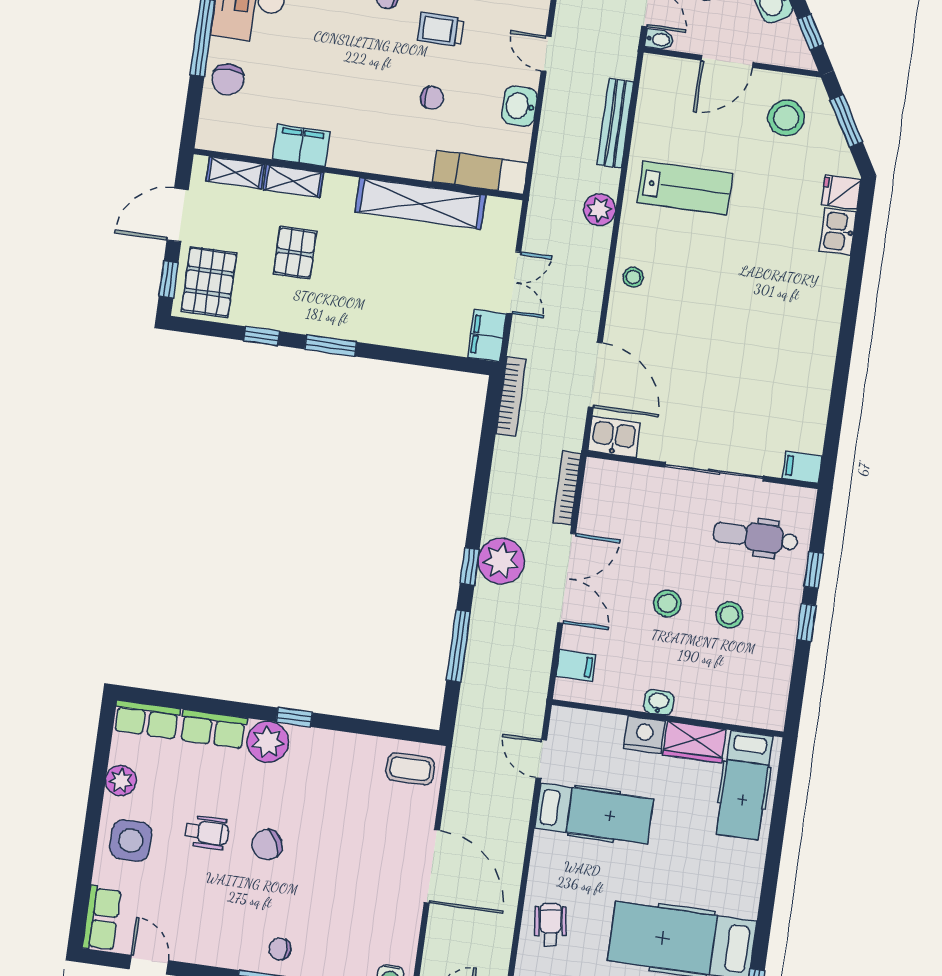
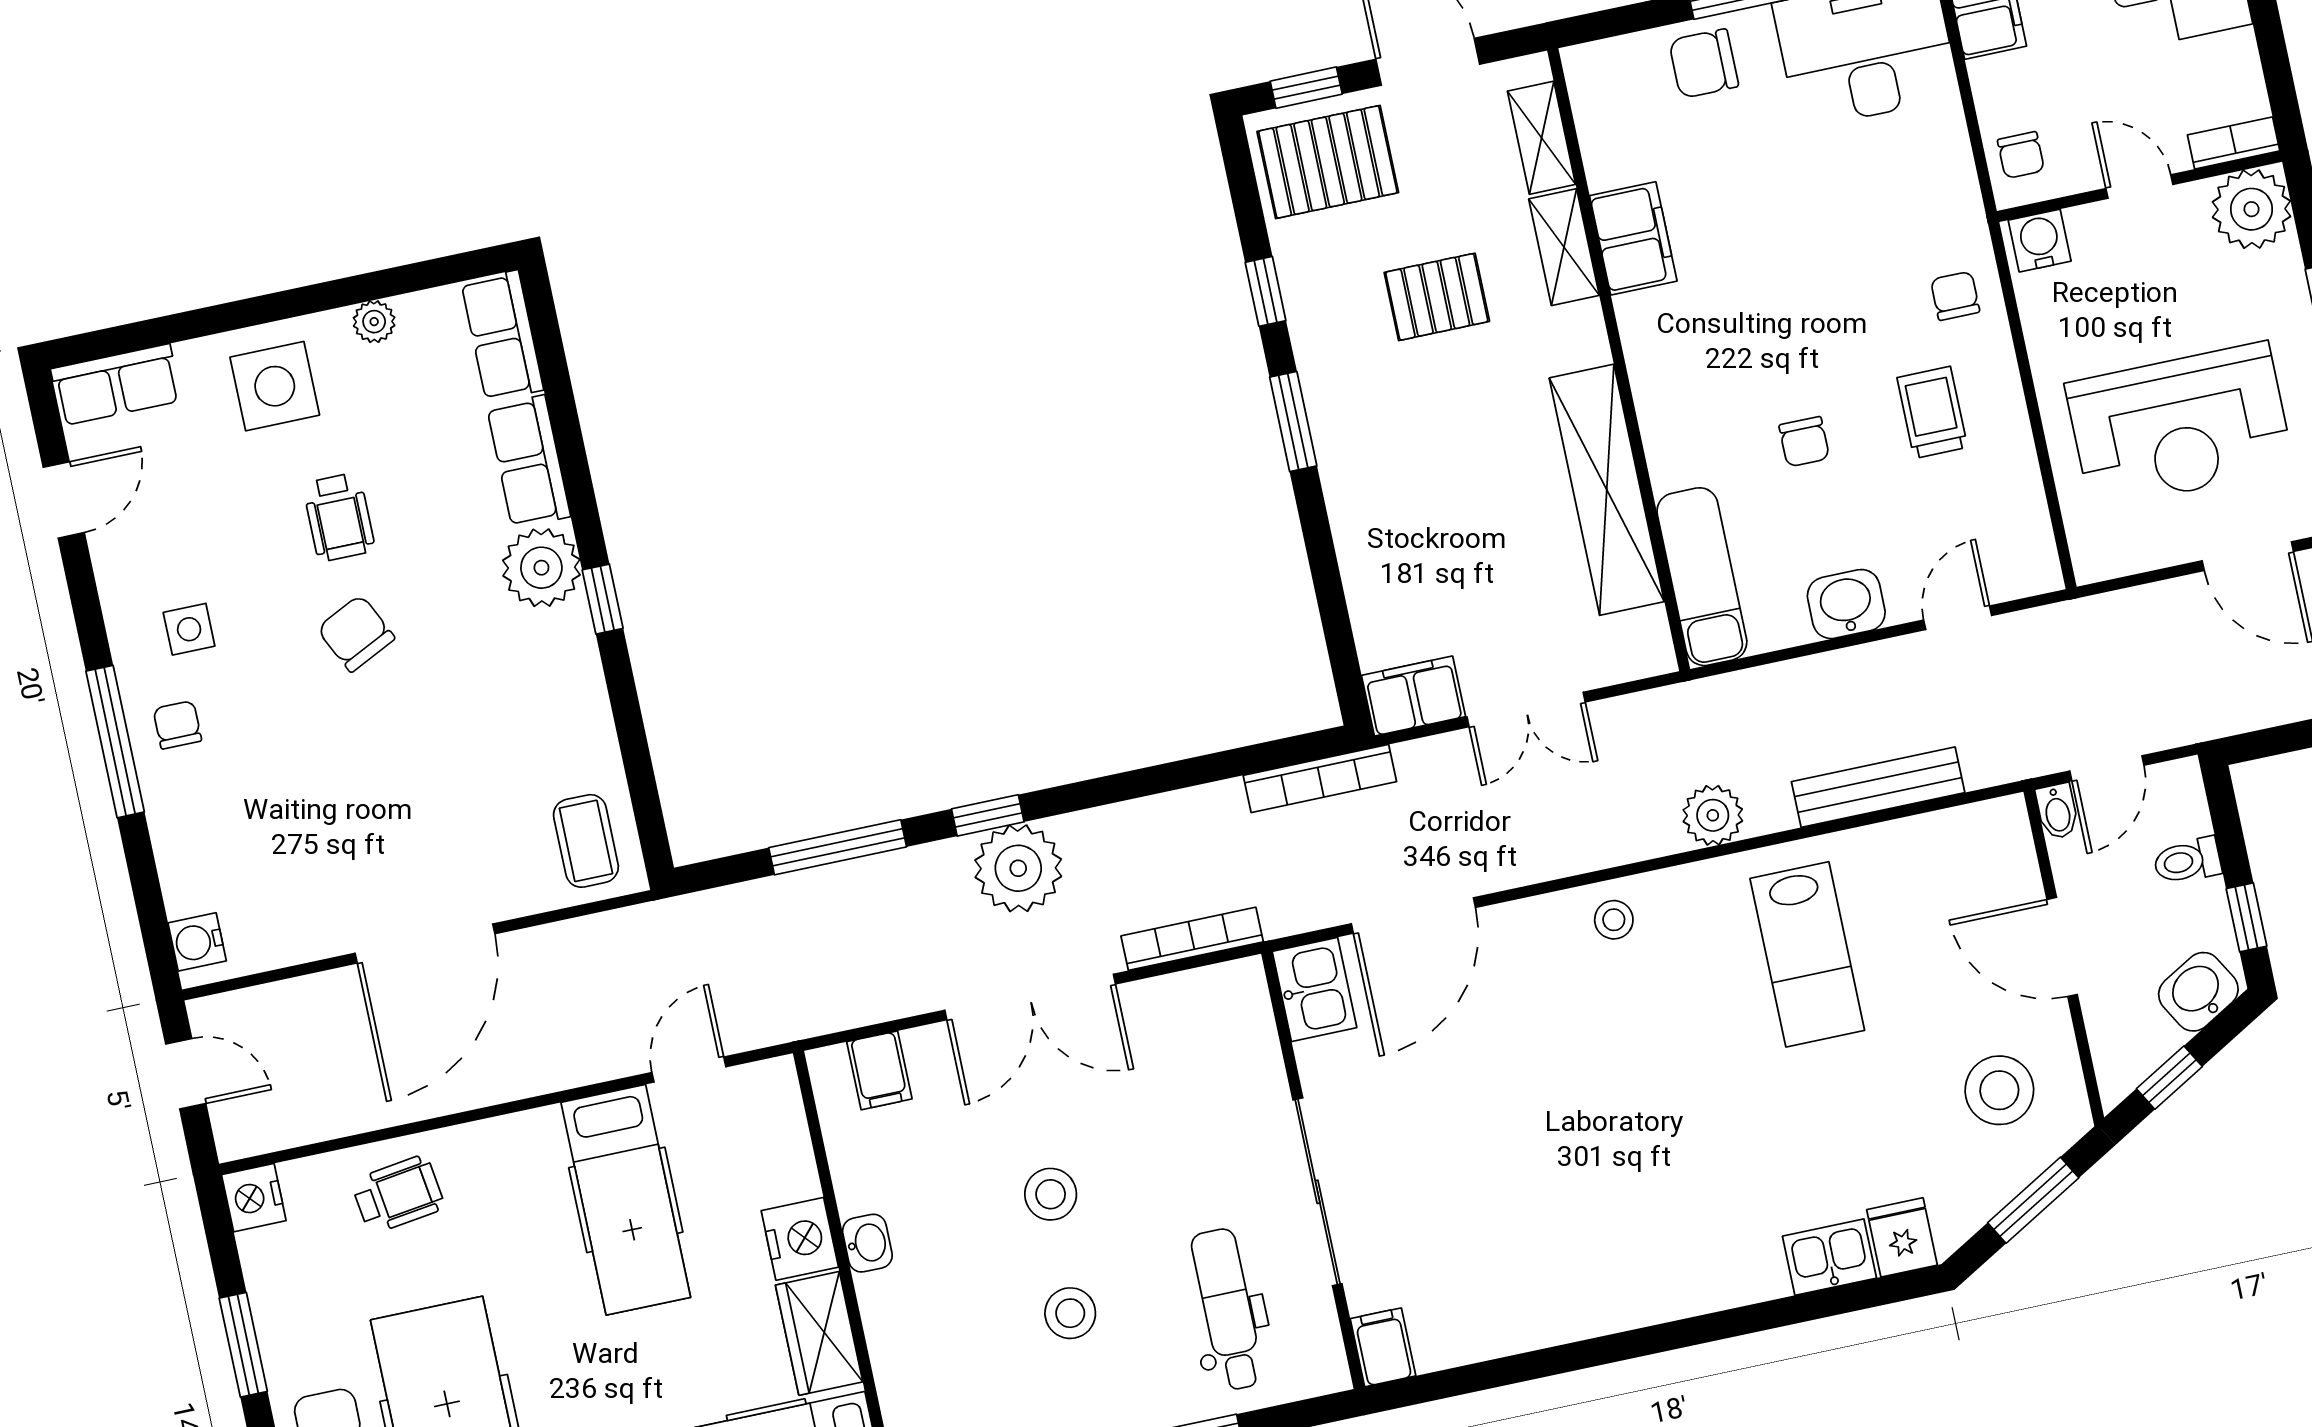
plant: (121, 781) -> (374, 322), width x0.73, depth x0.73
side table: (235, 926) -> (189, 629), added

